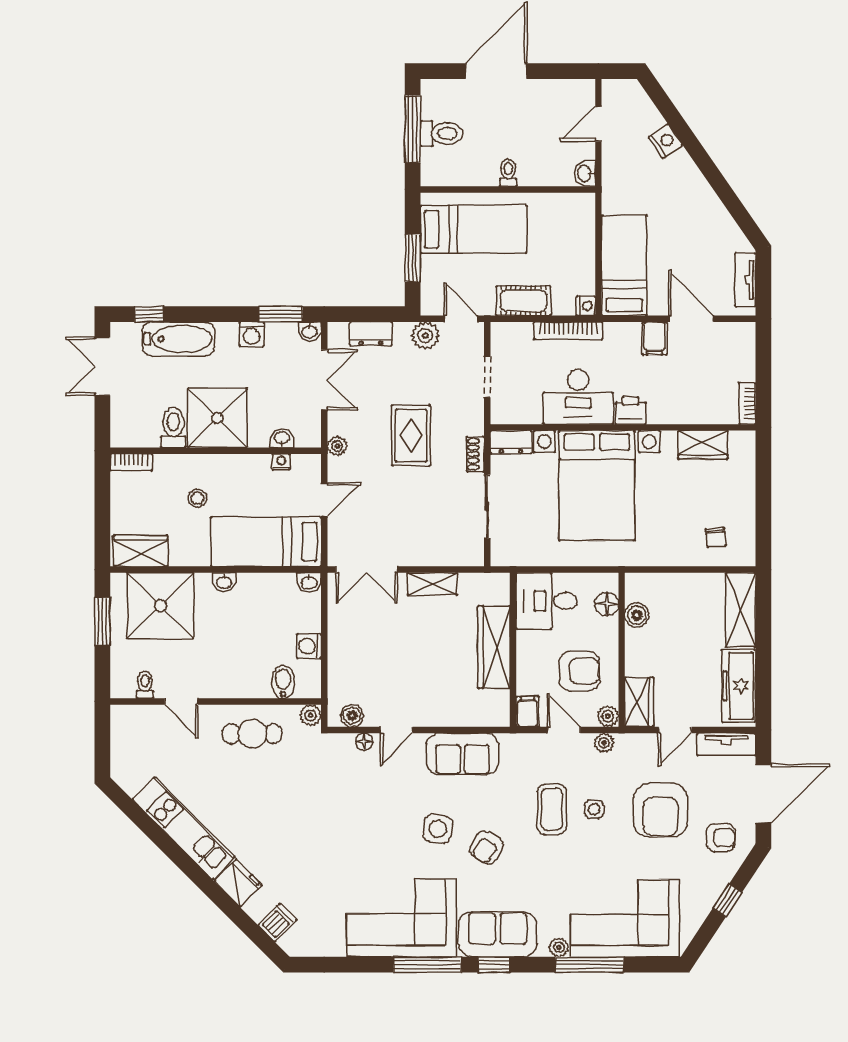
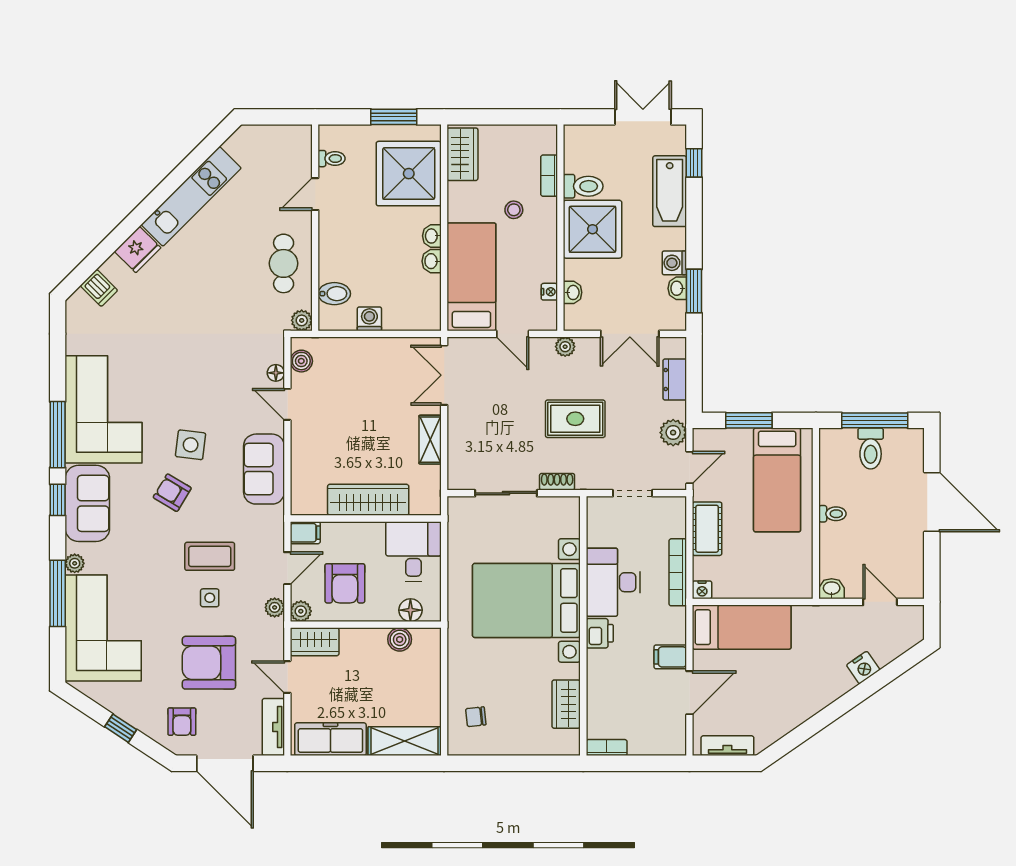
washbasin: (310, 331) -> (677, 288), moved
dresser: (511, 442) -> (569, 516), removed
bookcase: (131, 462) -> (549, 176), moved
washbasin: (309, 582) -> (432, 261), moved

